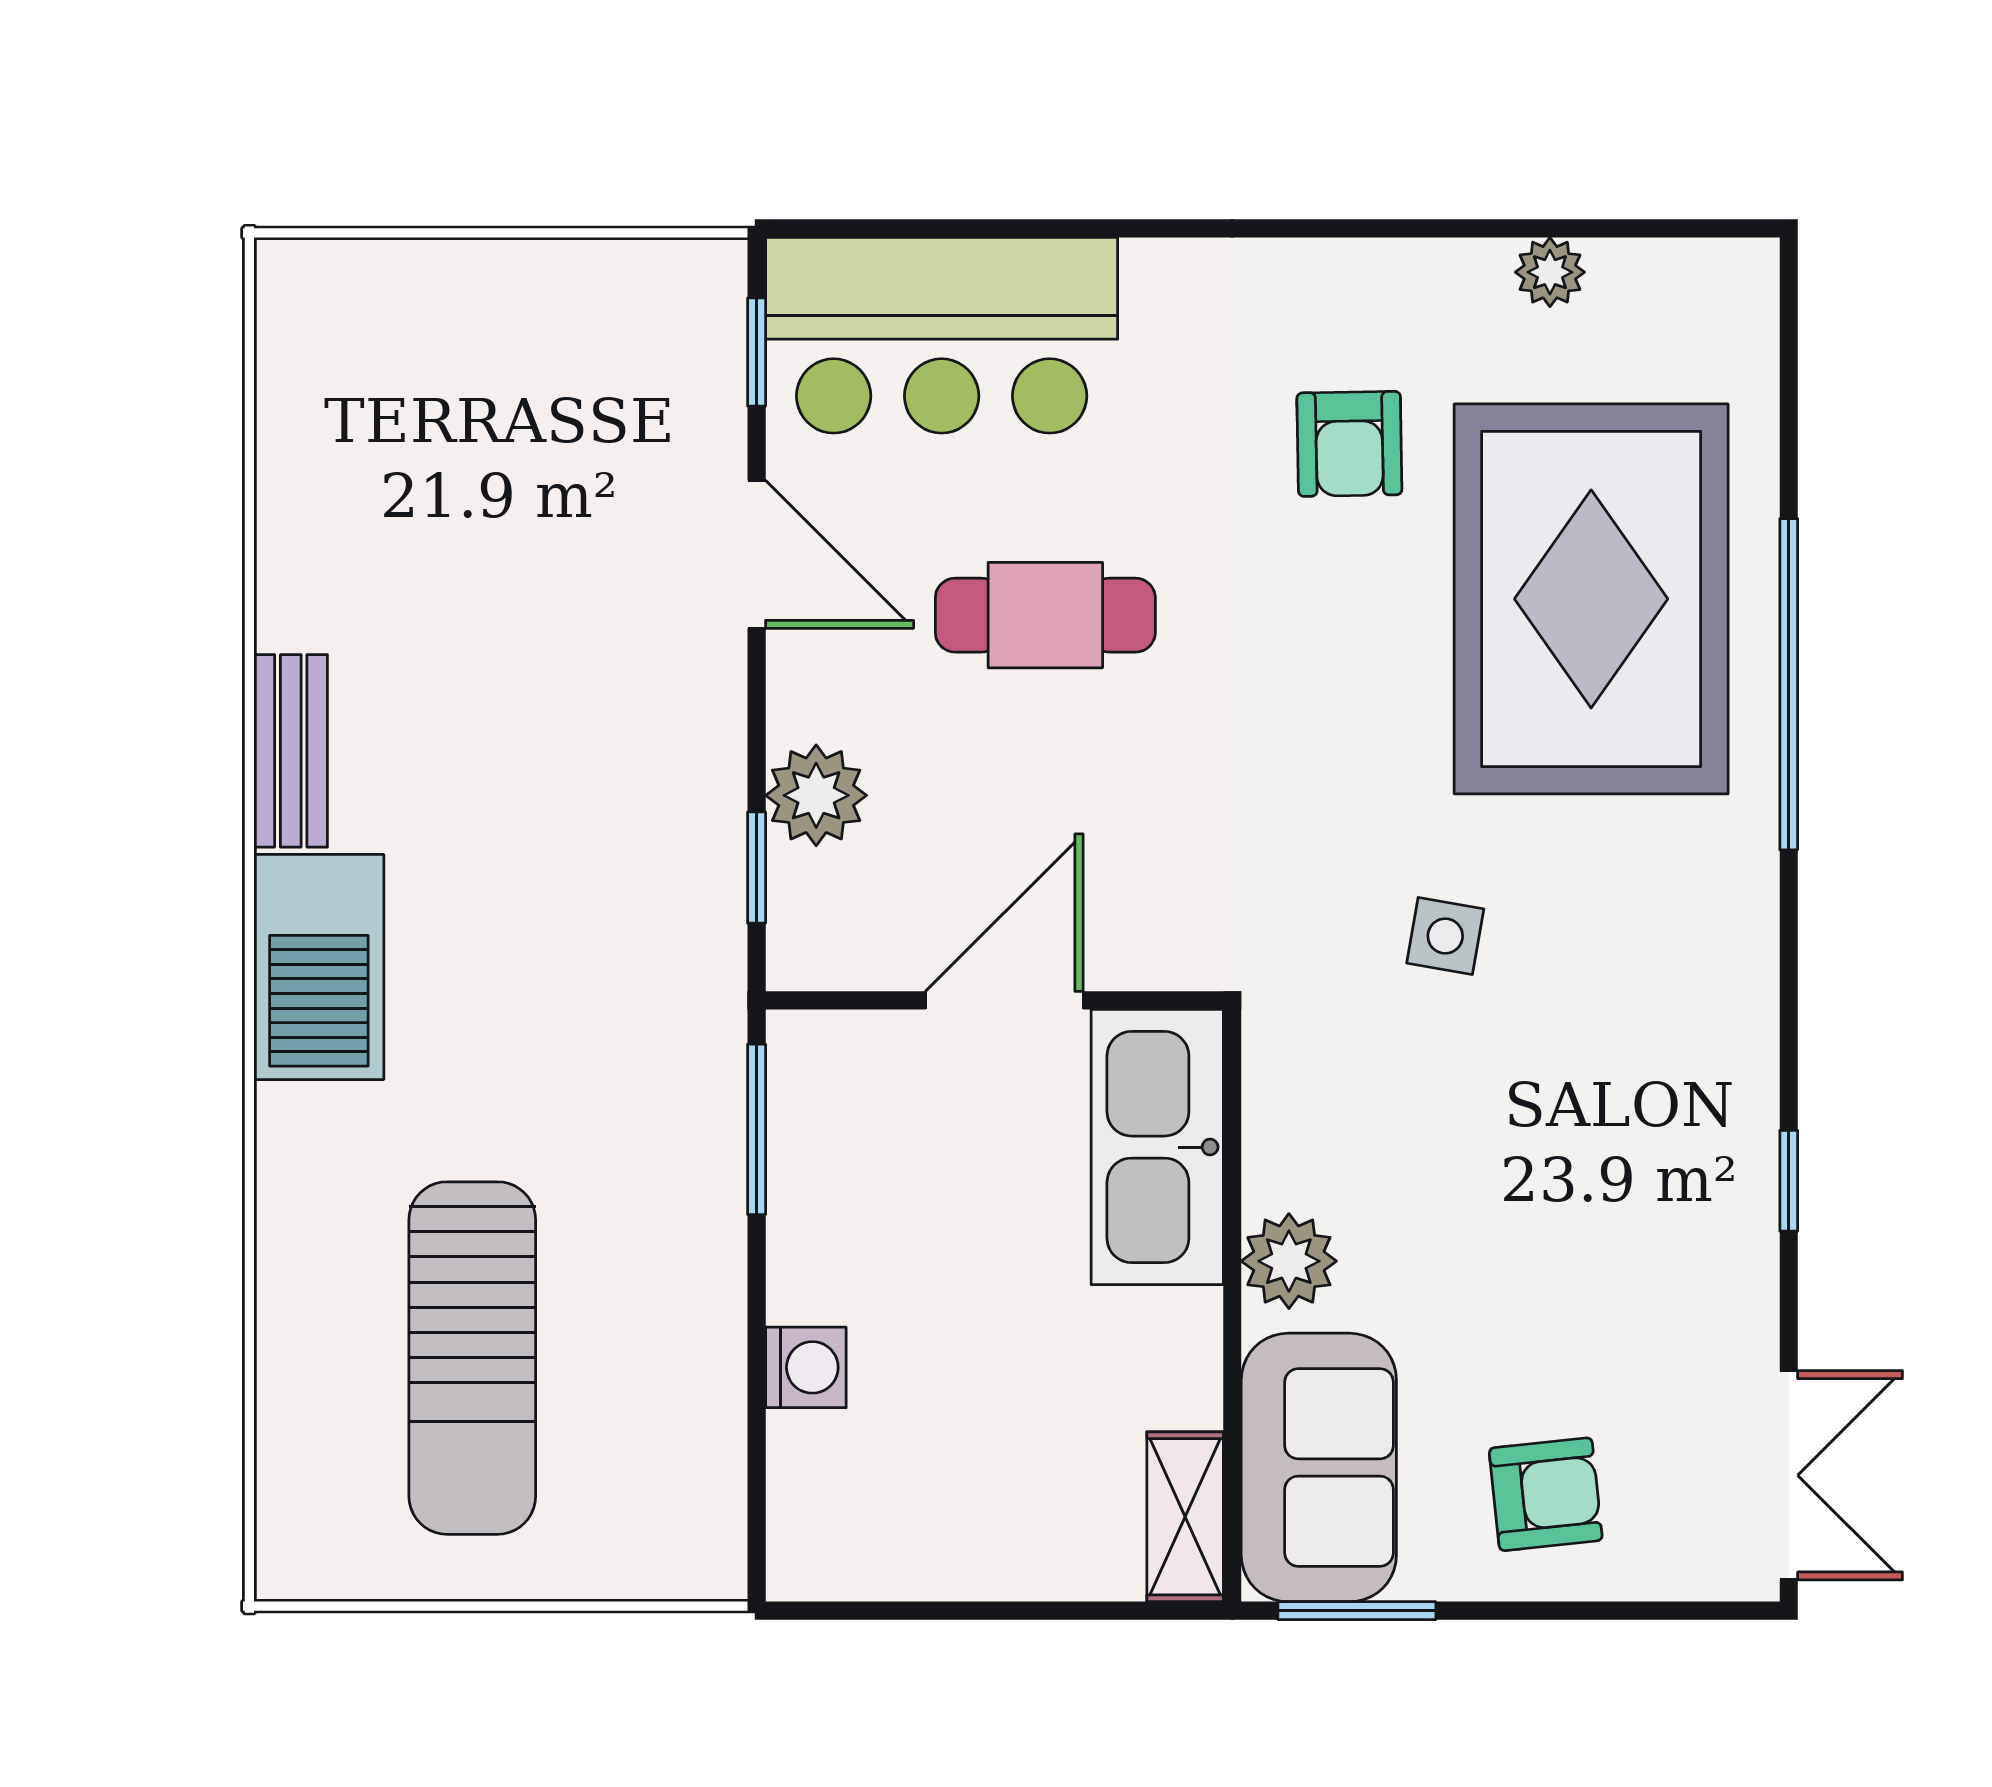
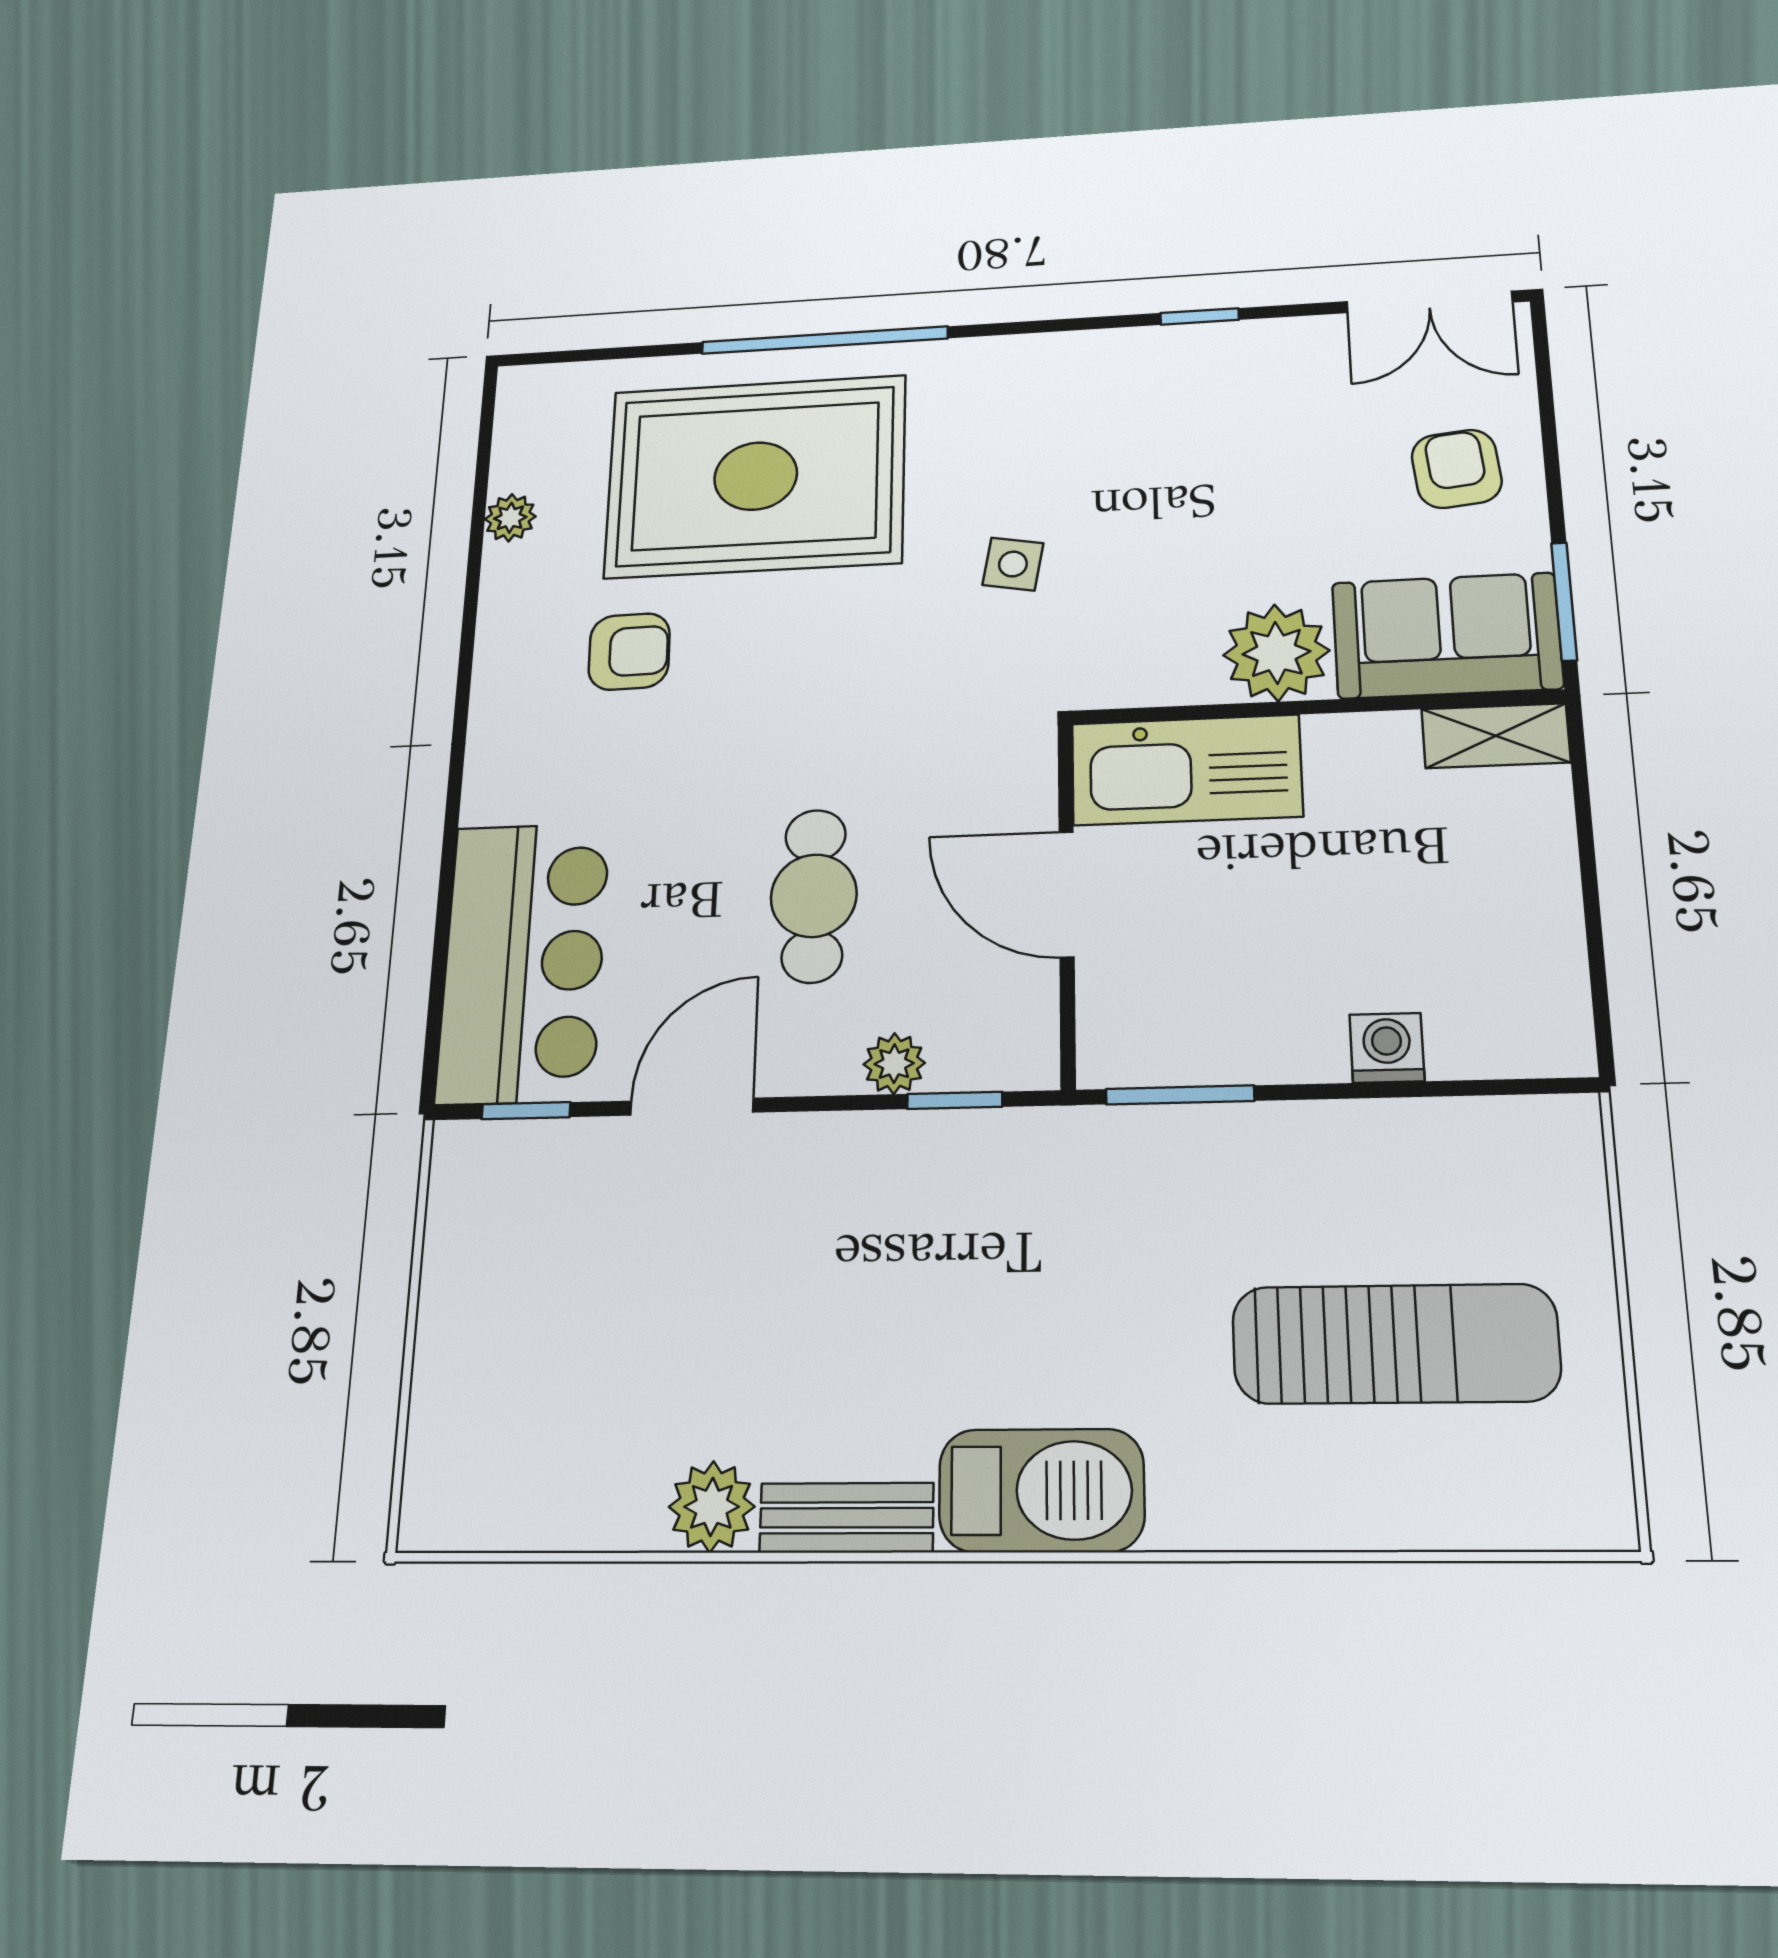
plant: (303, 599) -> (712, 1507), added
cafe table: (1045, 615) -> (814, 896), moved
plant: (816, 795) -> (894, 1064), width x0.73, depth x0.73
plant: (1289, 1261) -> (1276, 653), width x1.36, depth x1.36
double door: (1789, 1475) -> (1429, 302), swing flipped

